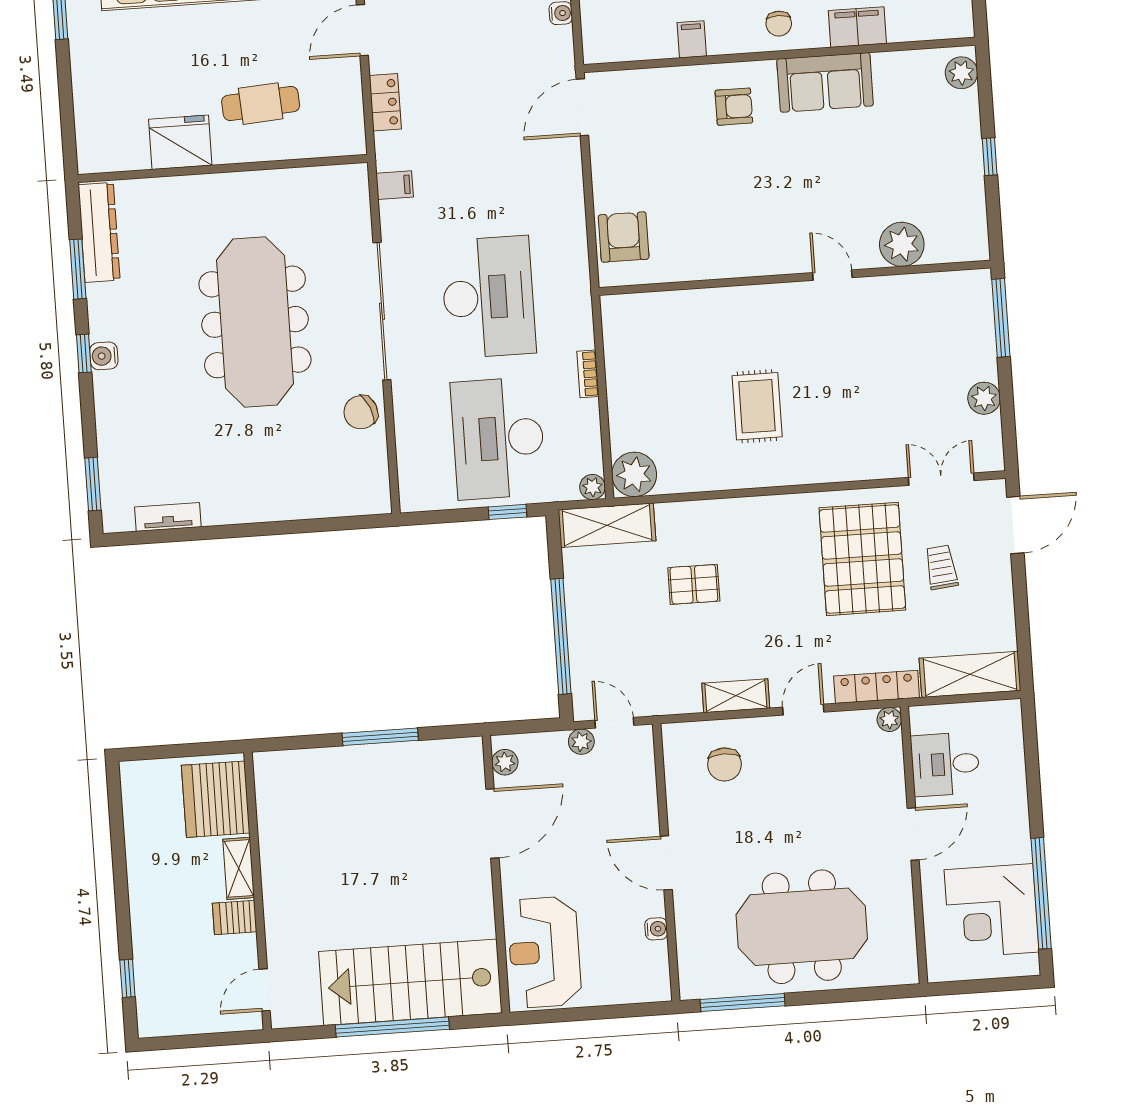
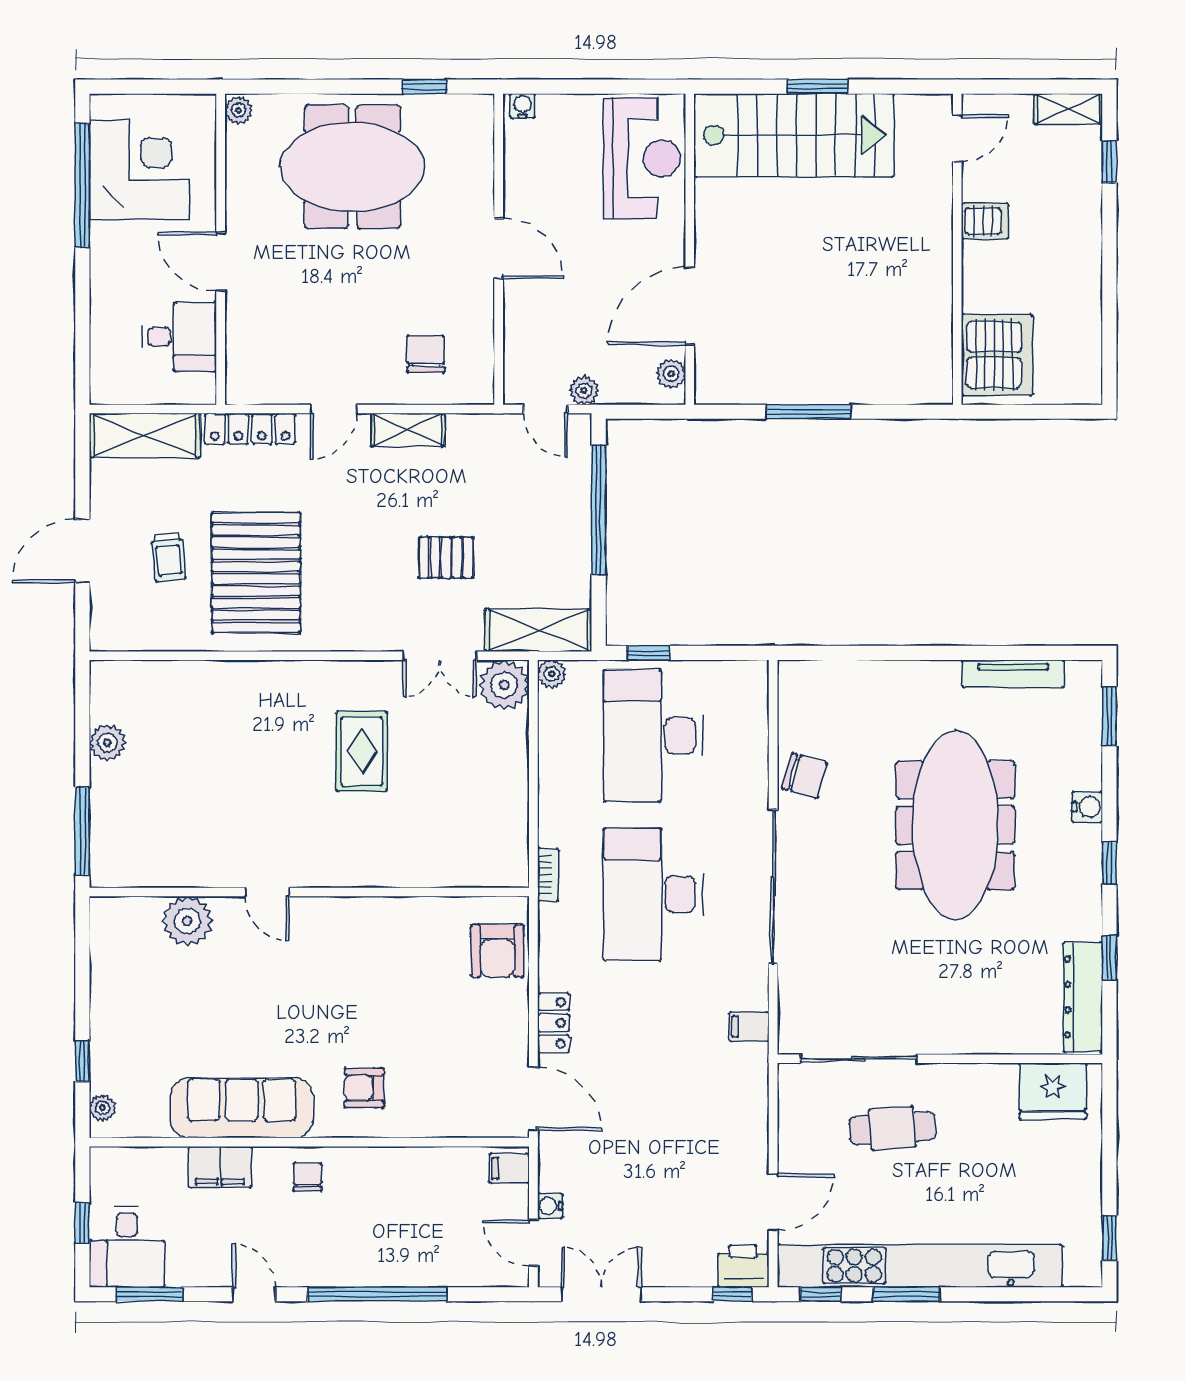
filing cabinet: (692, 39) -> (509, 1168), moved, turned 90
plant: (961, 73) -> (102, 1108), width x0.73, depth x0.73
sofa: (825, 82) -> (242, 1108), width x1.36
locker: (385, 102) -> (553, 1023), moved, turned 180
door: (582, 107) -> (533, 1099), hinge flipped
fridge: (180, 142) -> (1053, 1091), moved
window: (990, 157) -> (82, 1061), moved
sliding door: (295, 163) -> (859, 1059), added
window: (78, 269) -> (1109, 958), width x0.67
meeting table: (255, 322) -> (955, 825), moved
water cooler: (104, 356) -> (1087, 807), moved
bookcase: (588, 374) -> (548, 875), moved
chair: (361, 412) -> (805, 776), turned 39
desk: (498, 438) -> (653, 736), turned 180
double door: (941, 479) -> (440, 656), moved
tv unit: (168, 517) -> (1013, 674), width x1.41
door: (1015, 525) -> (82, 551), moved
plant: (889, 719) -> (238, 110), moved
door: (913, 834) -> (221, 262), hinge flipped
shelving: (239, 868) -> (1069, 109), moved, turned 90
water cooler: (656, 929) -> (522, 106), moved, turned 90
window: (743, 1003) -> (424, 87), width x0.46
window: (392, 1027) -> (817, 87), width x0.47

